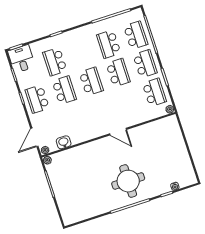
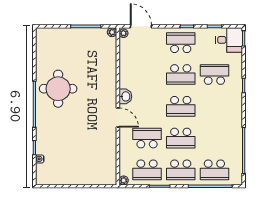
school desk: (109, 44) -> (147, 138), moved
door: (118, 132) -> (118, 117), swing flipped
washbasin: (64, 142) -> (125, 96), moved
round table: (128, 181) -> (58, 89), moved

